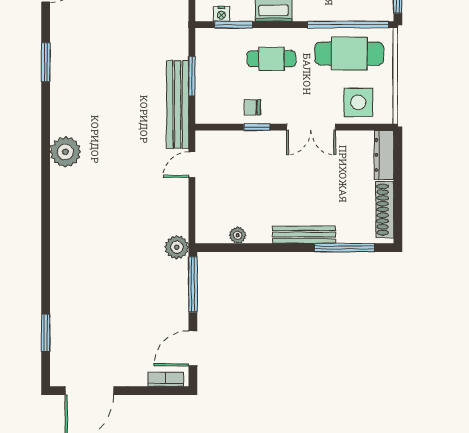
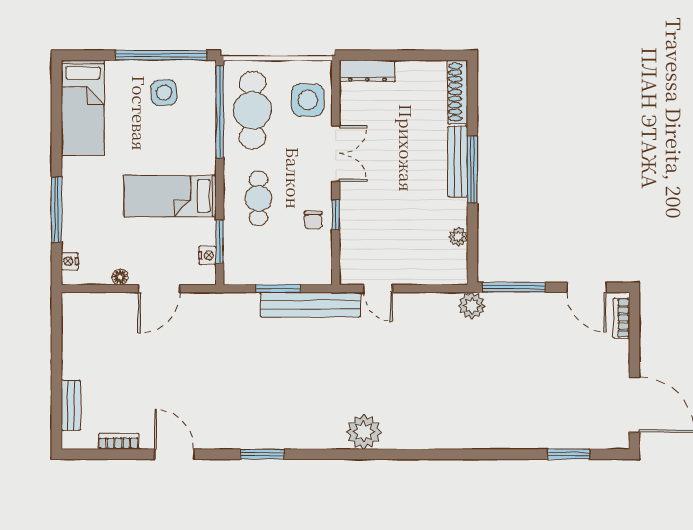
shoe rack: (385, 209) -> (458, 92), moved, turned 90
window: (344, 248) -> (472, 170), moved

